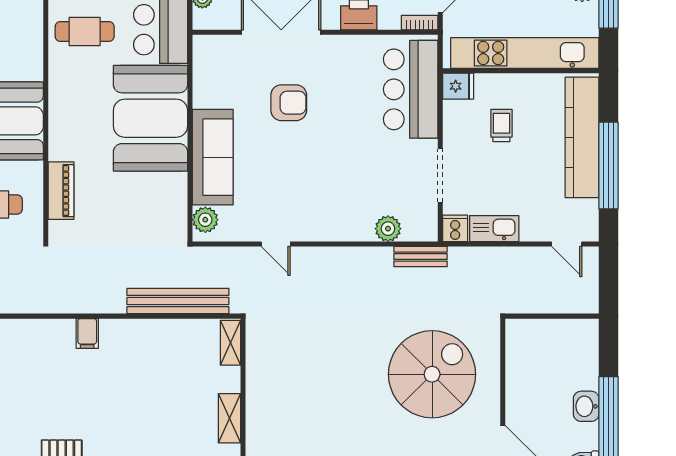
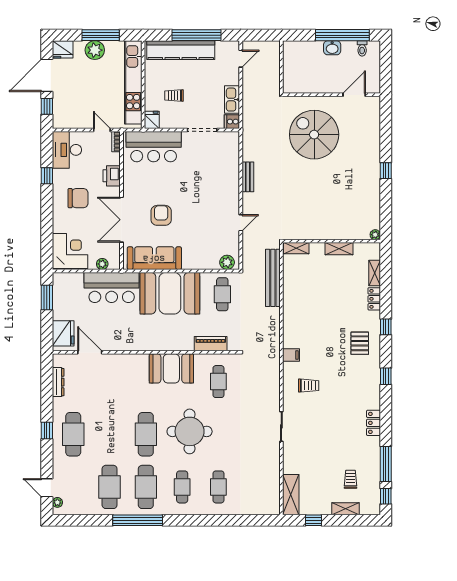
cafe table: (85, 31) -> (222, 294), moved
sofa: (213, 157) -> (154, 258), moved
plant: (388, 229) -> (232, 159), removed
bench: (420, 257) -> (248, 177), moved
filing cabinet: (87, 333) -> (291, 355), moved

